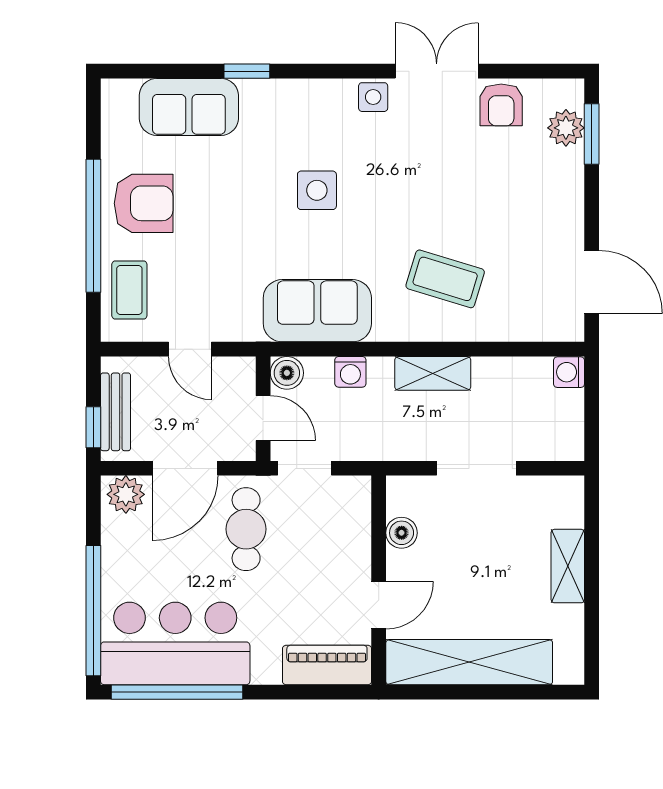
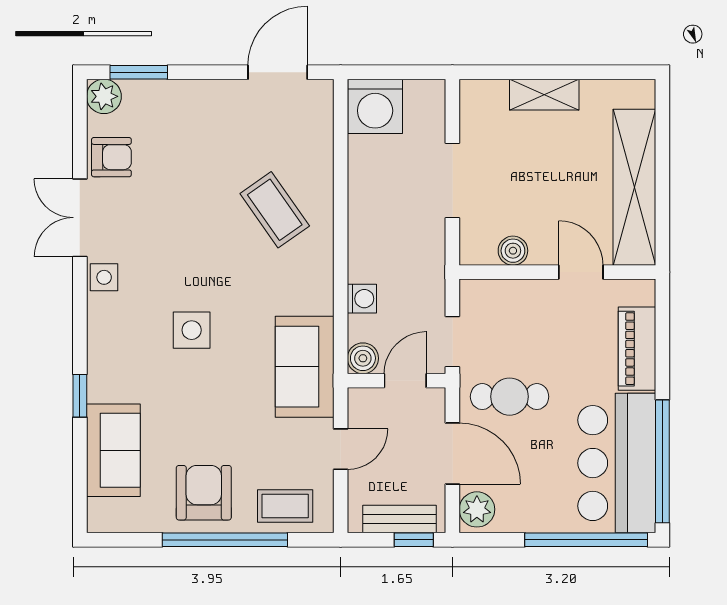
plant: (566, 128) -> (104, 96), moved
coffee table: (445, 279) -> (275, 210), turned -52
sofa: (317, 311) -> (305, 367), moved
washing machine: (569, 372) -> (375, 106), width x1.89, depth x1.89
shelving: (433, 373) -> (363, 221), removed
piano: (327, 665) -> (637, 349), moved

